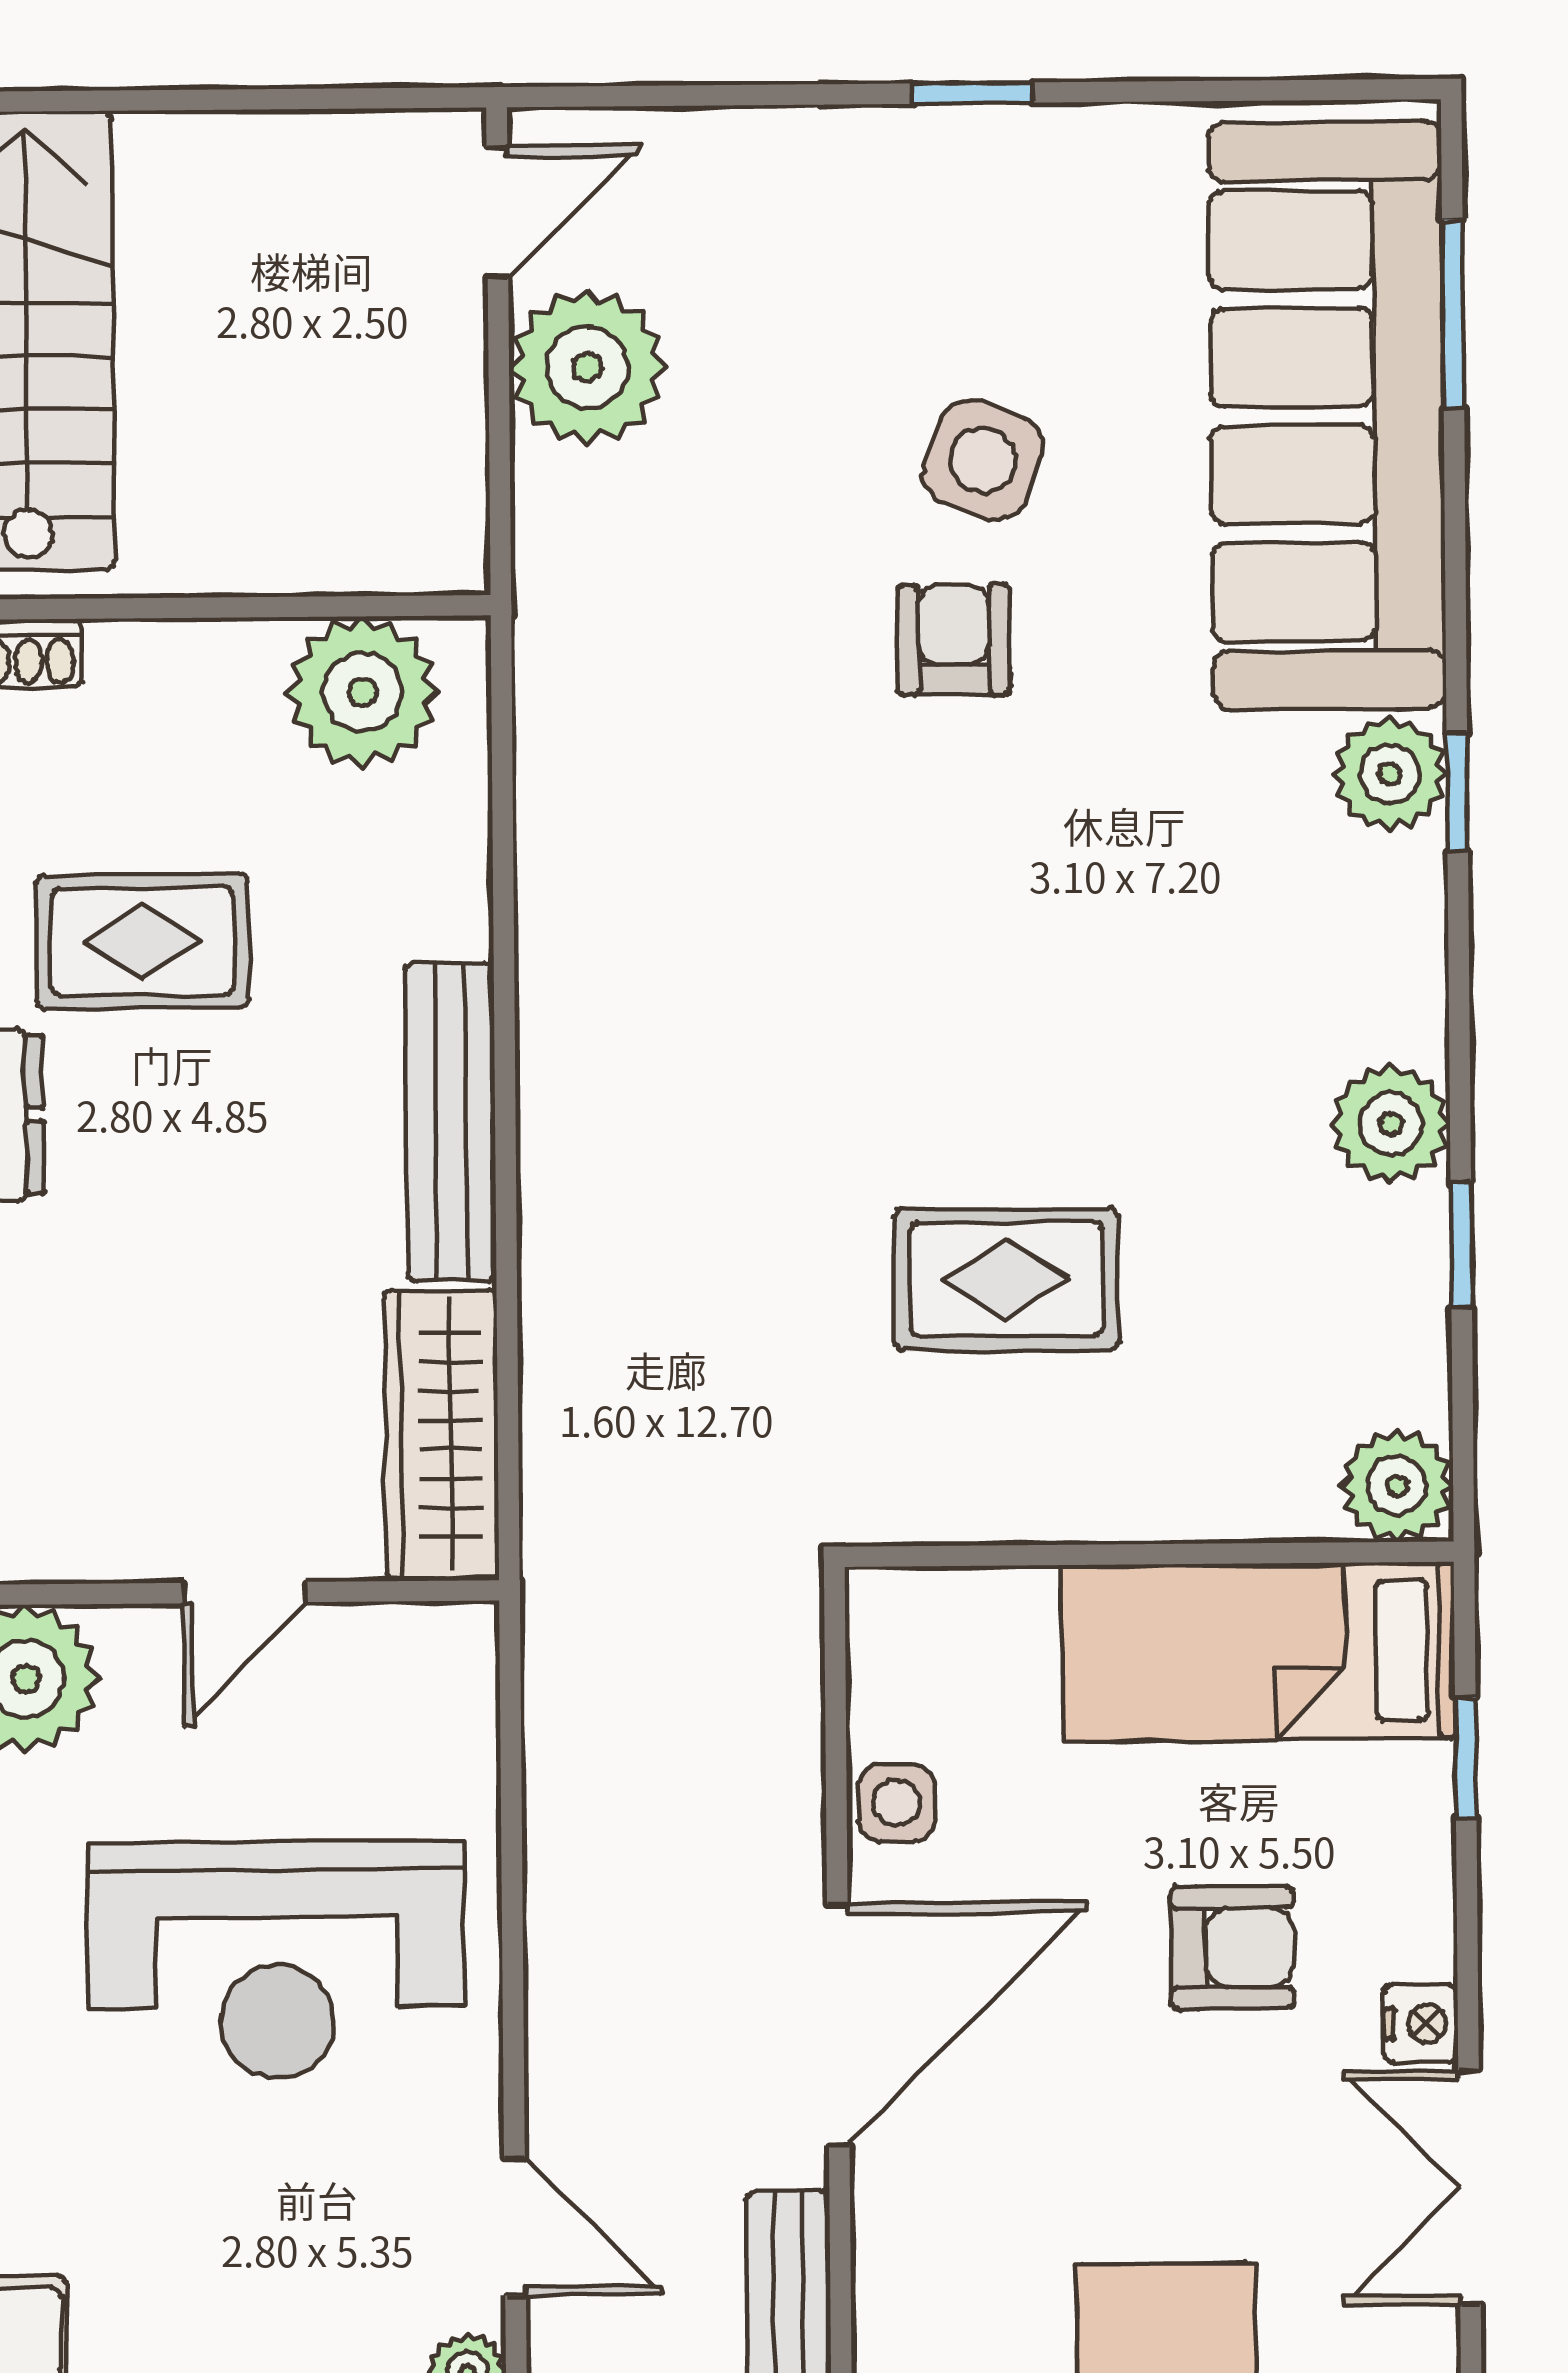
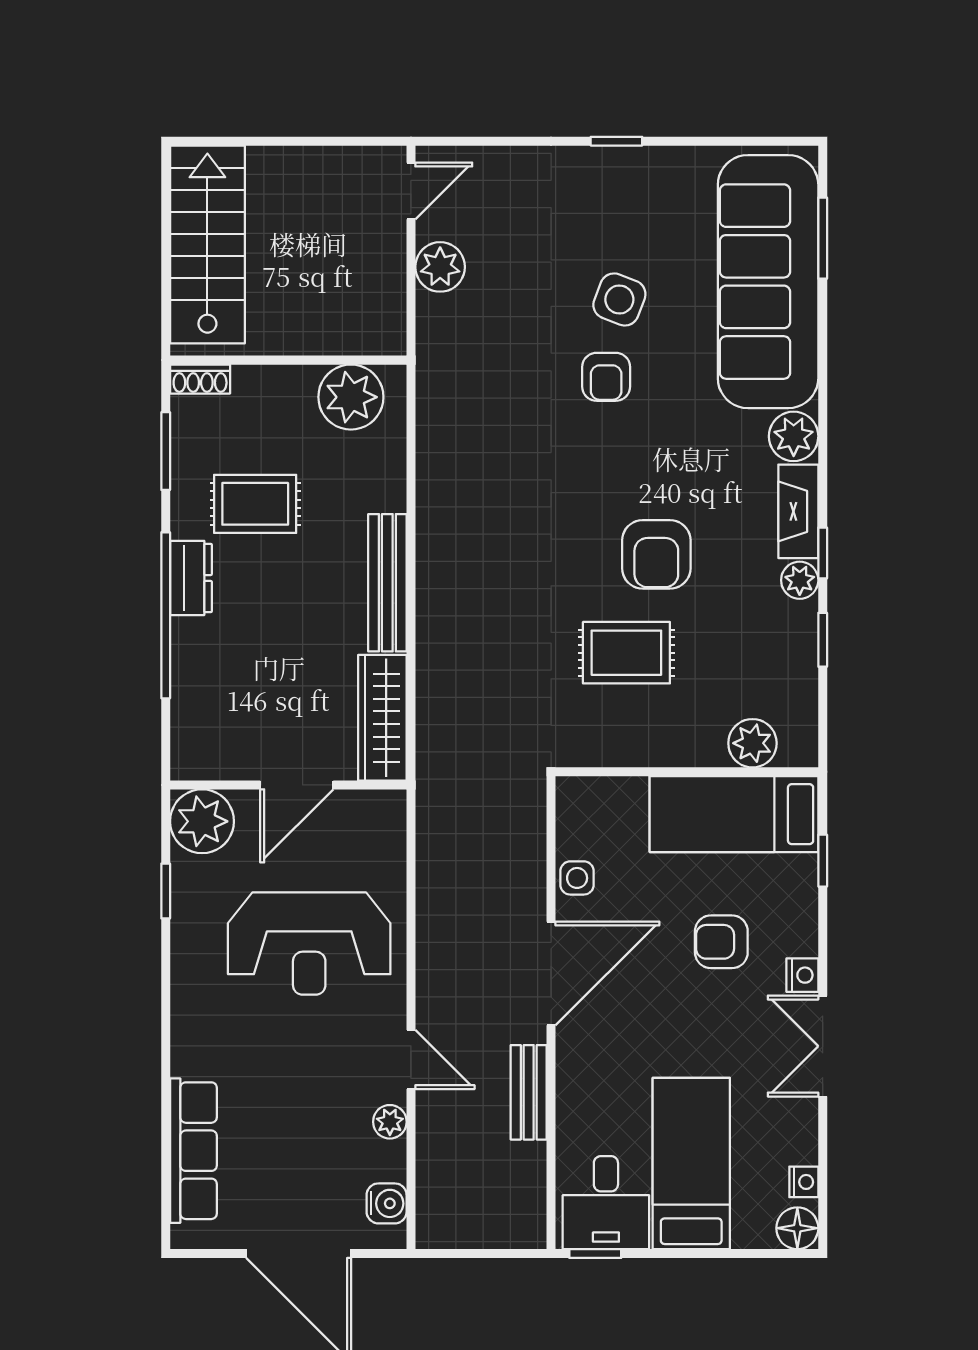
plant: (587, 367) -> (440, 267), width x0.73, depth x0.73
armchair: (954, 640) -> (606, 377), turned 180
window: (1457, 792) -> (823, 553), moved
fireplace: (1402, 948) -> (798, 511), added
armchair: (1074, 1050) -> (656, 554), added
plant: (1391, 1124) -> (800, 580), width x0.73, depth x0.73
plant: (1397, 1486) -> (752, 743), moved
door: (245, 1593) -> (297, 785), width x1.38
armchair: (1232, 1948) -> (721, 942), turned 180

